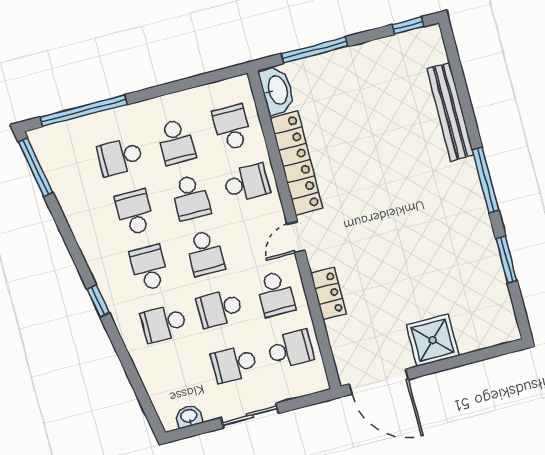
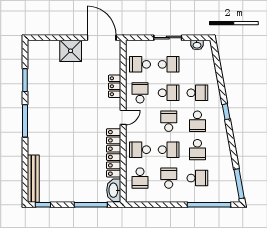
bench: (450, 112) -> (33, 179), moved
school desk: (191, 198) -> (169, 150), turned 90

